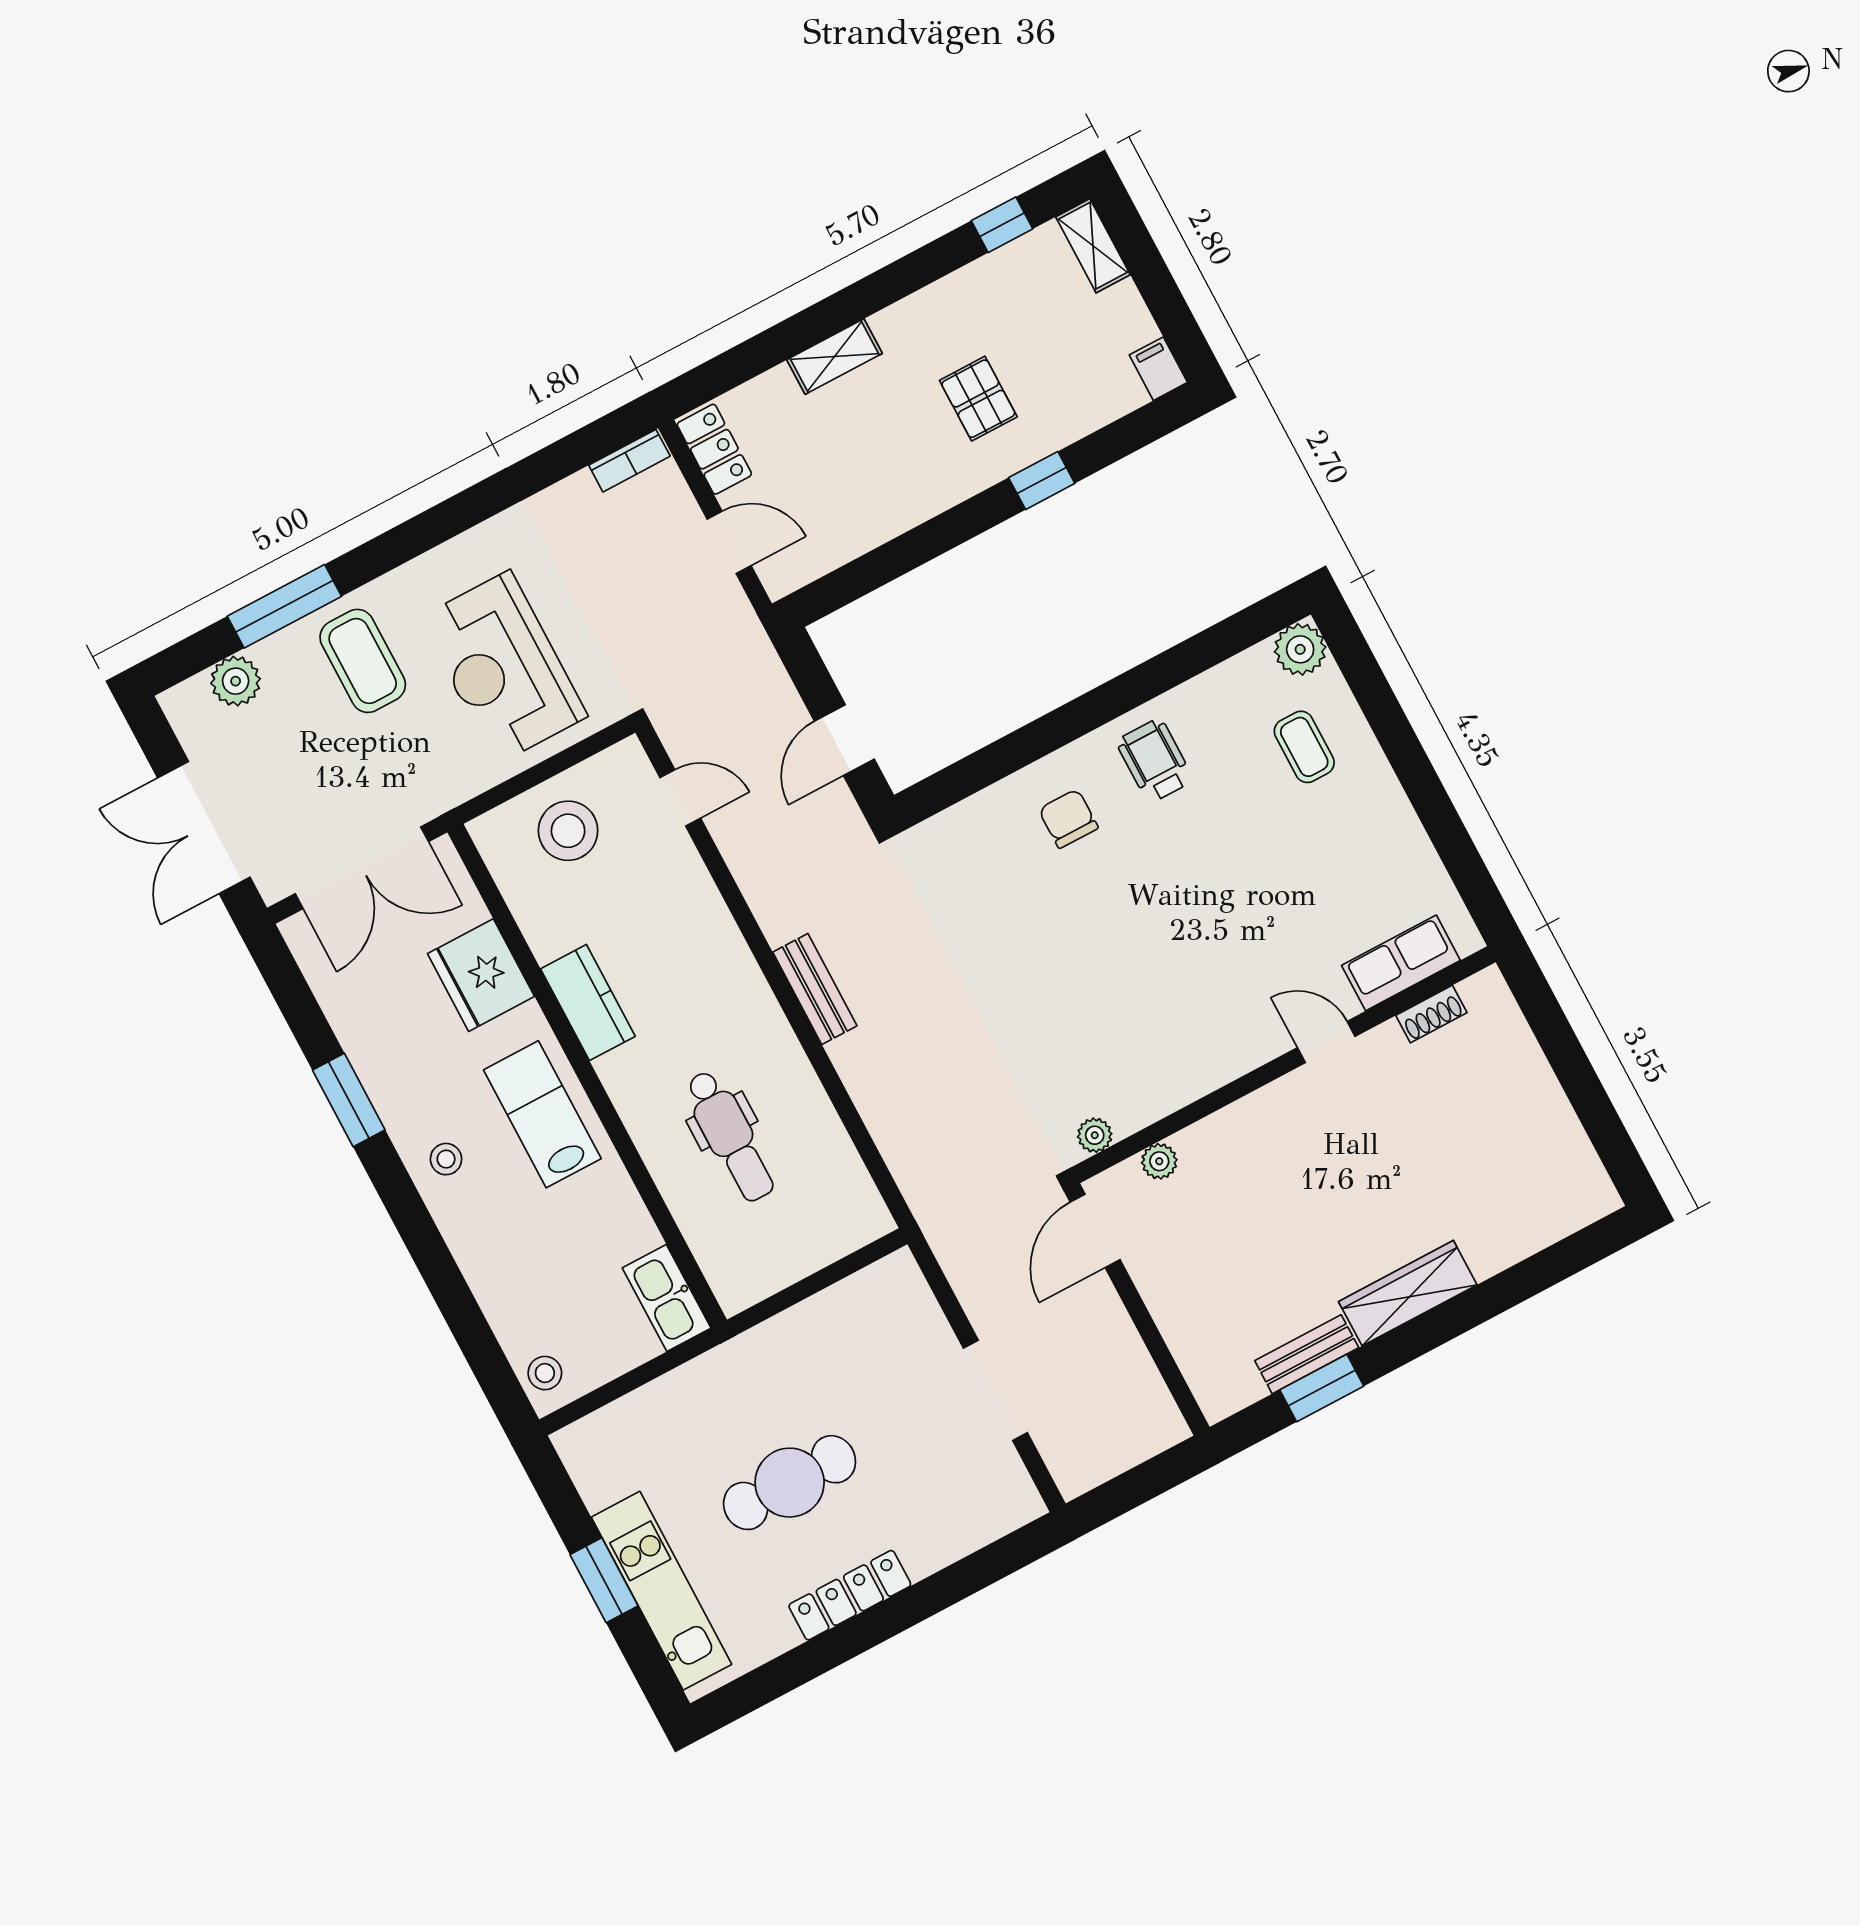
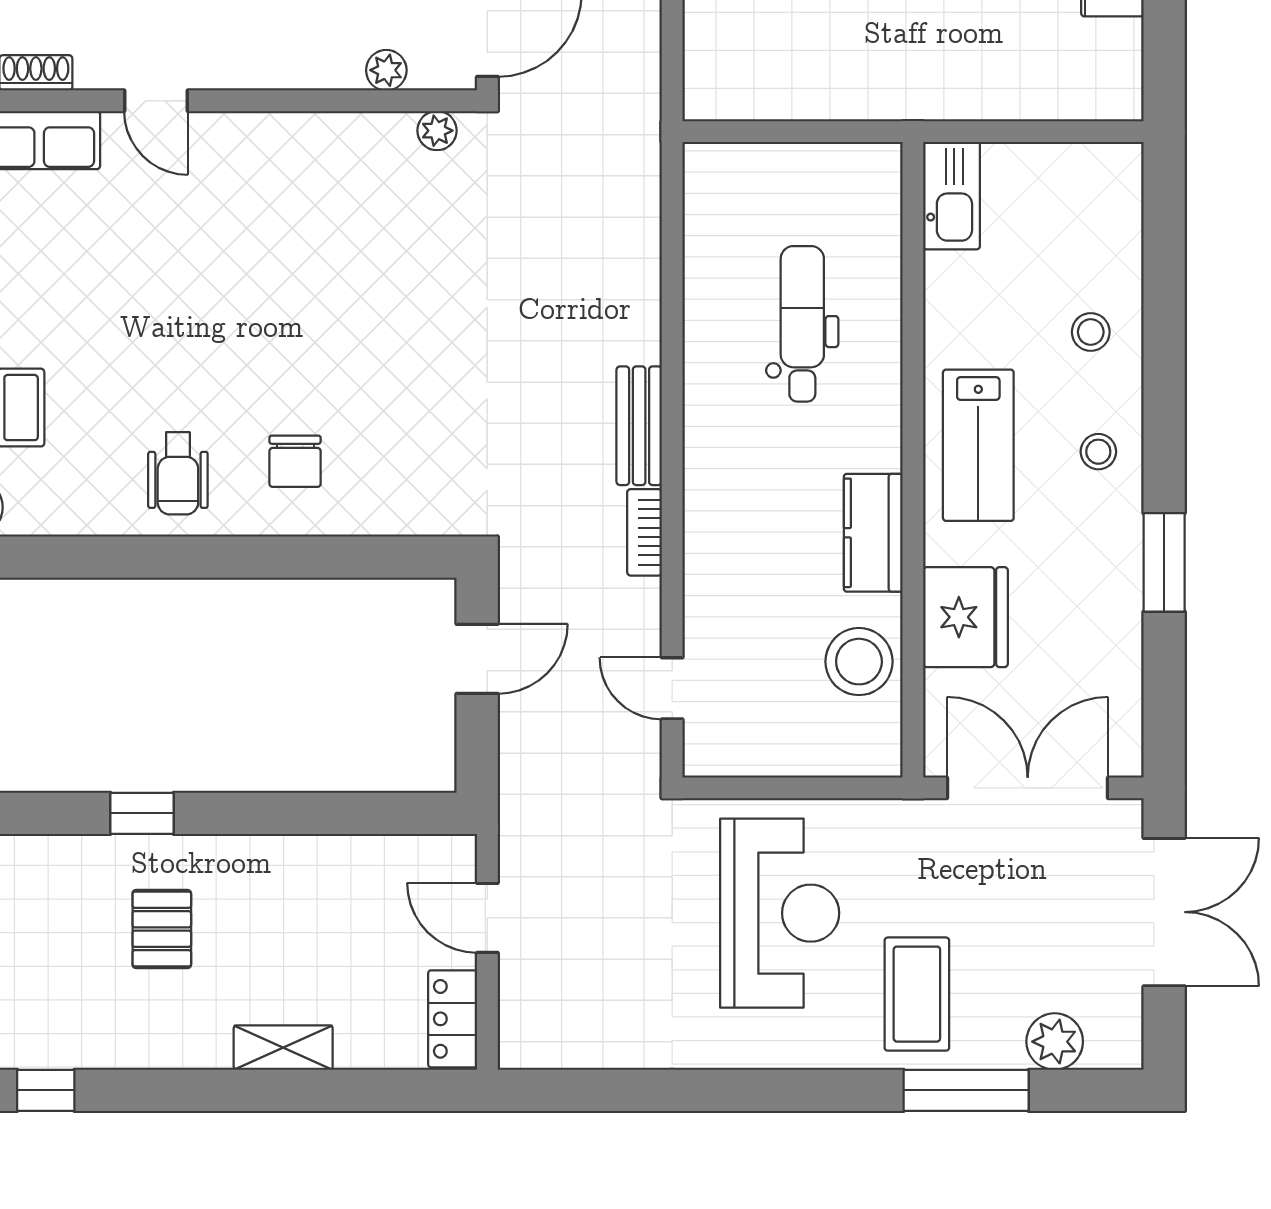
bookcase: (629, 461) -> (644, 532), moved, turned -90
stool: (568, 831) -> (859, 662), moved
stool: (545, 1373) -> (1091, 332), moved

